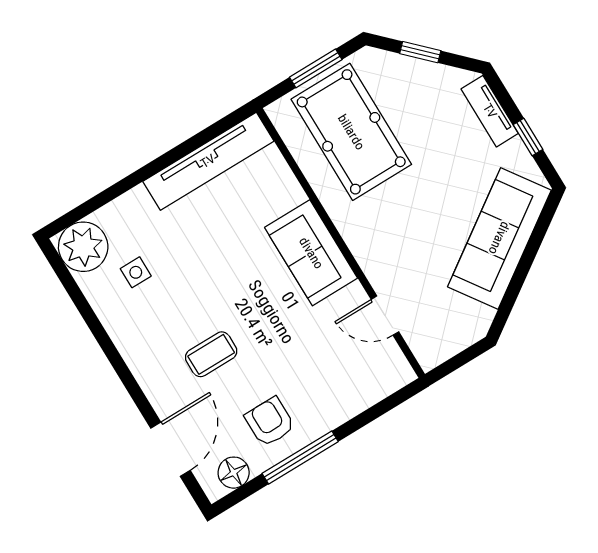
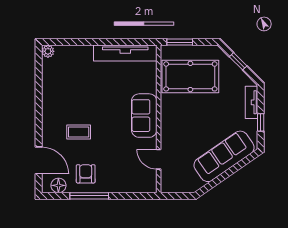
window: (316, 68) -> (180, 42), moved
pool table: (351, 132) -> (190, 76), turned 90
plant: (83, 247) -> (48, 51), width x0.53, depth x0.53
side table: (136, 272) -> (68, 80), removed
door: (171, 449) -> (39, 160), hinge flipped

